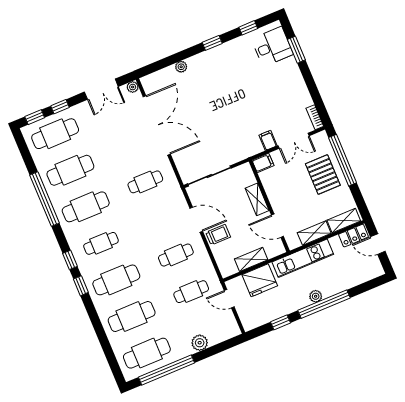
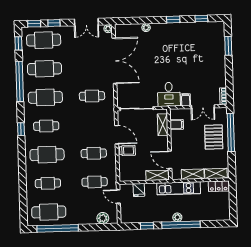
desk: (272, 47) -> (169, 94), moved, turned 90
filing cabinet: (263, 163) -> (177, 125), moved
shelving: (257, 199) -> (163, 125), moved
door: (378, 244) -> (233, 198), removed
shelving: (251, 259) -> (157, 175), moved
fridge: (260, 280) -> (139, 190), width x0.53, depth x0.75
window: (81, 286) -> (18, 43), moved
cafe table: (132, 317) -> (48, 183), width x0.73, depth x0.74
plant: (200, 343) -> (103, 218), moved

